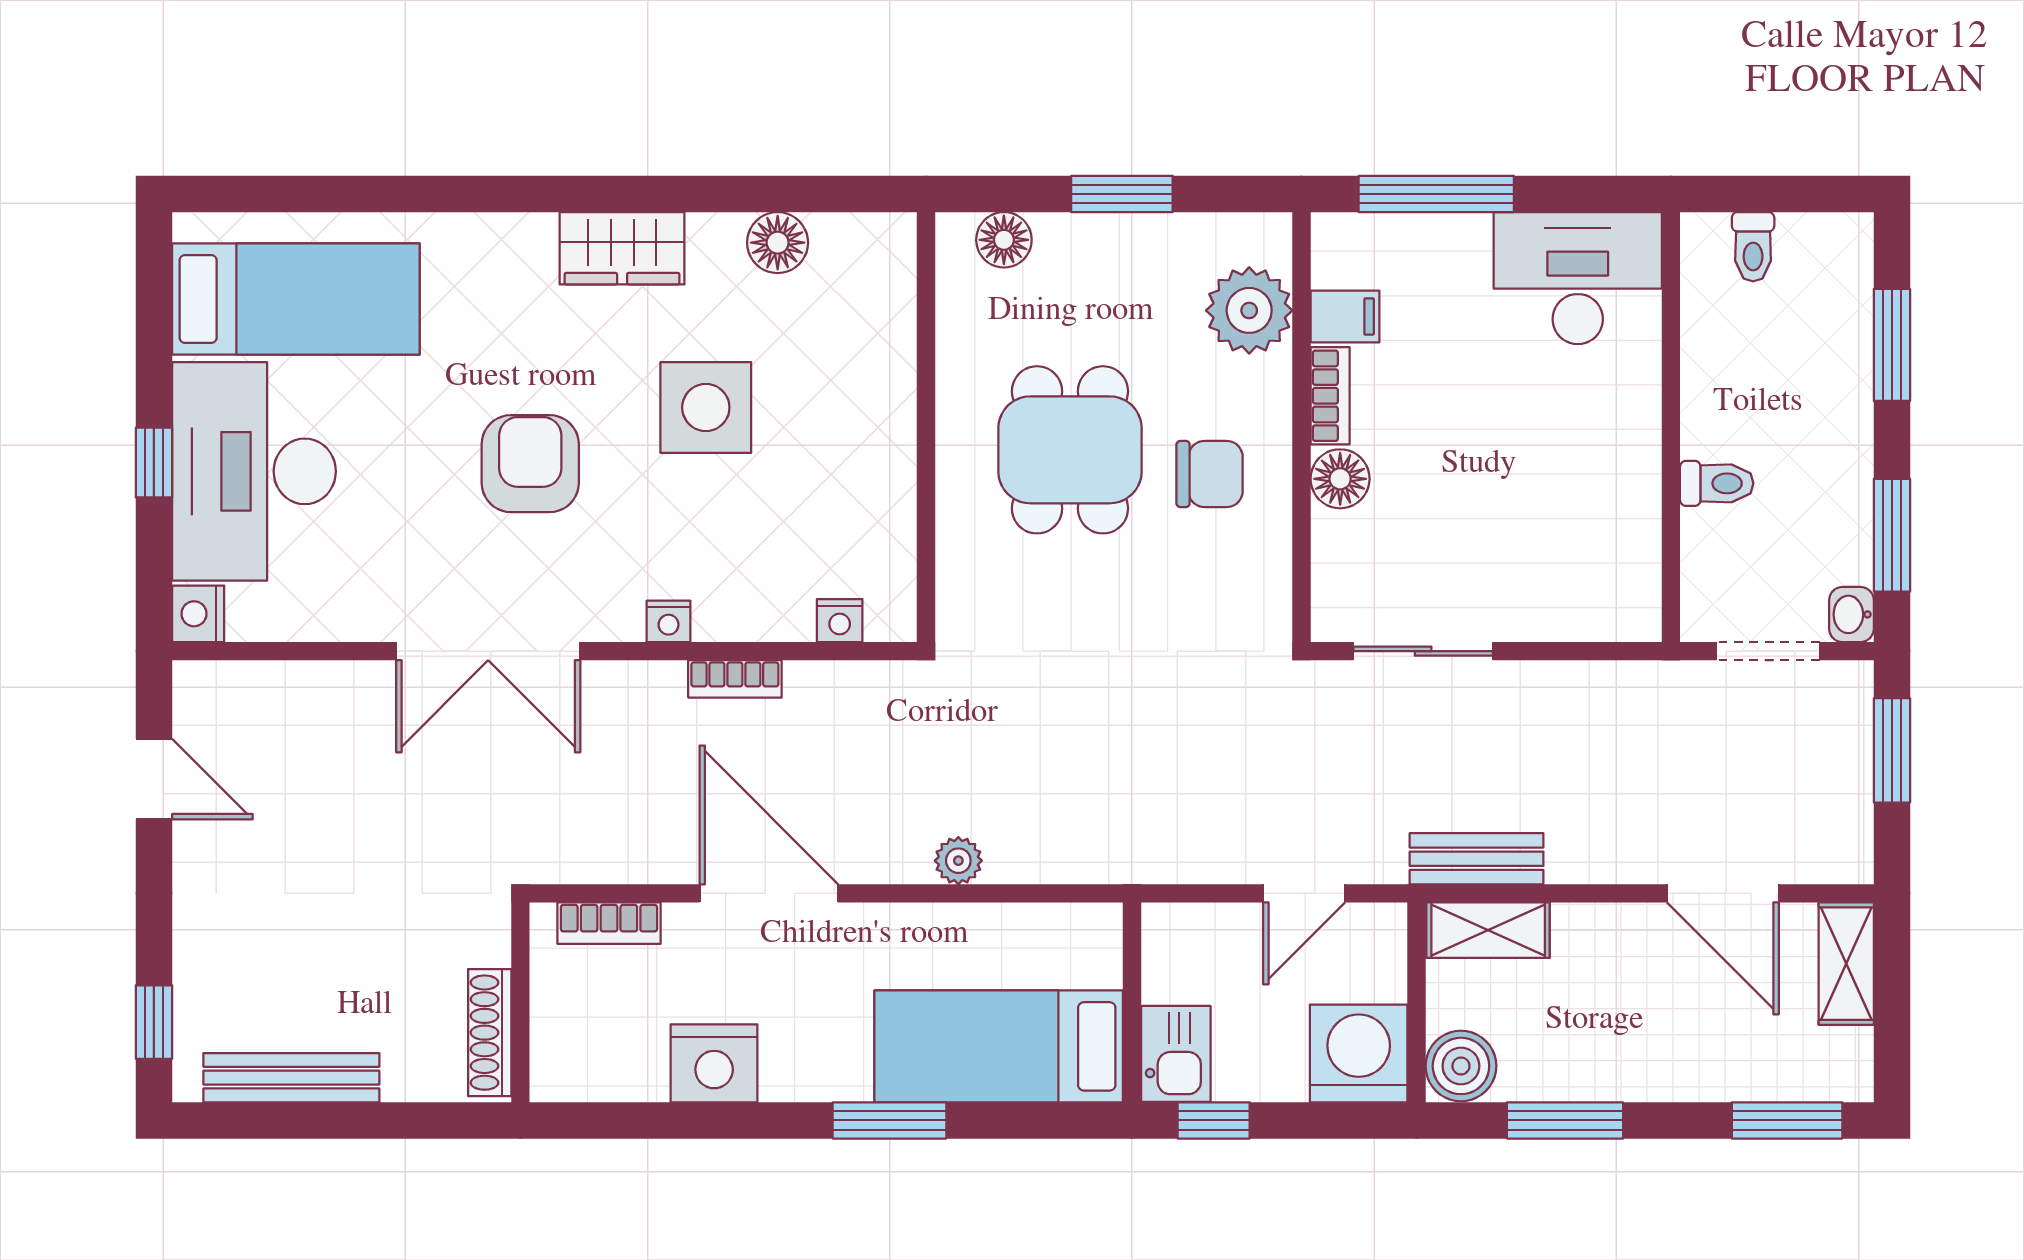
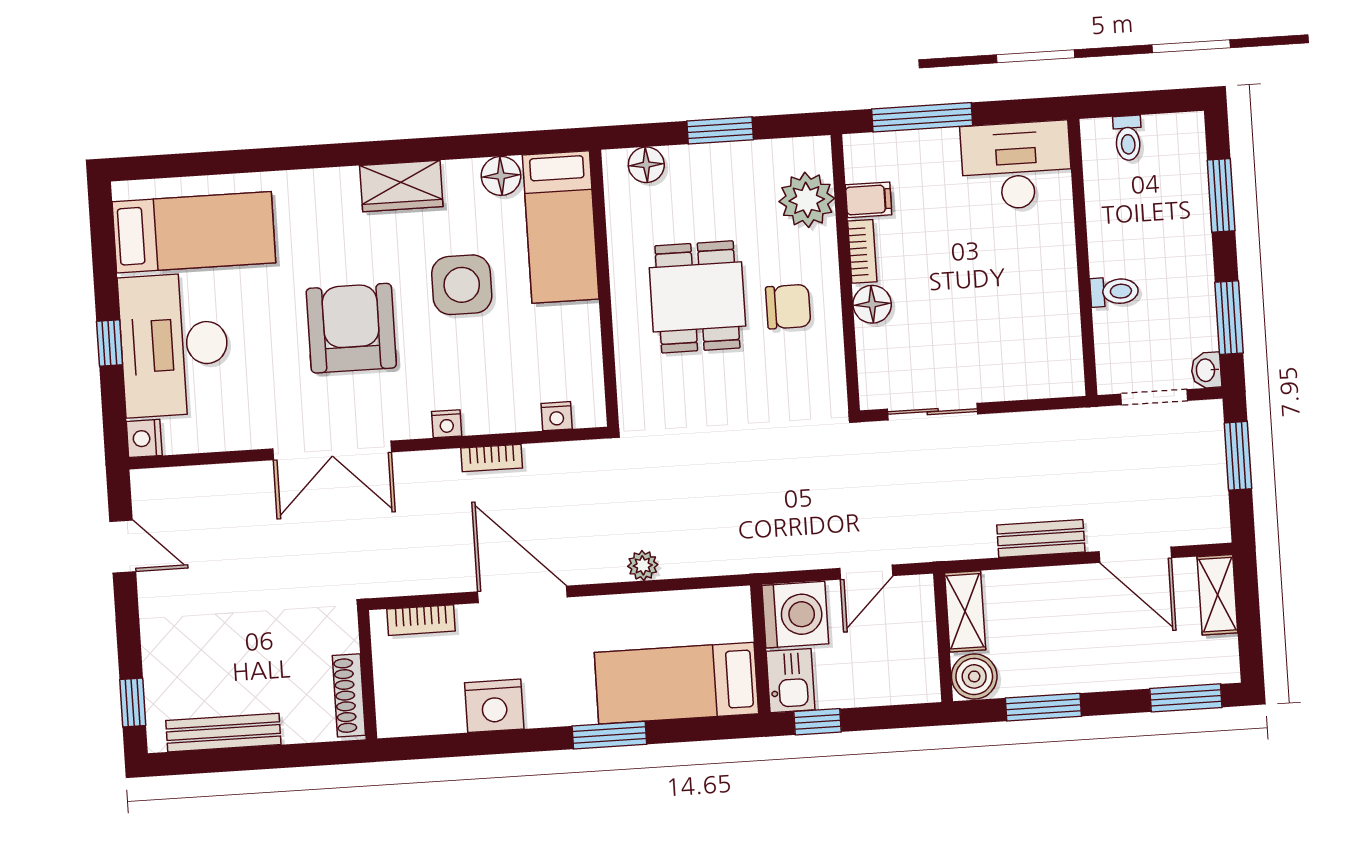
bed: (865, 328) -> (561, 227), added
armchair: (530, 464) -> (351, 328), width x1.36, depth x1.36
bench: (1477, 859) -> (1041, 538), moved
shelving: (1488, 930) -> (965, 611), moved, turned 90
washing machine: (1359, 1053) -> (795, 615), moved, turned 90

